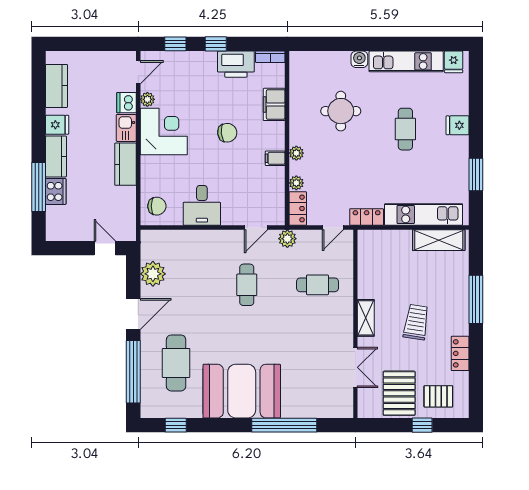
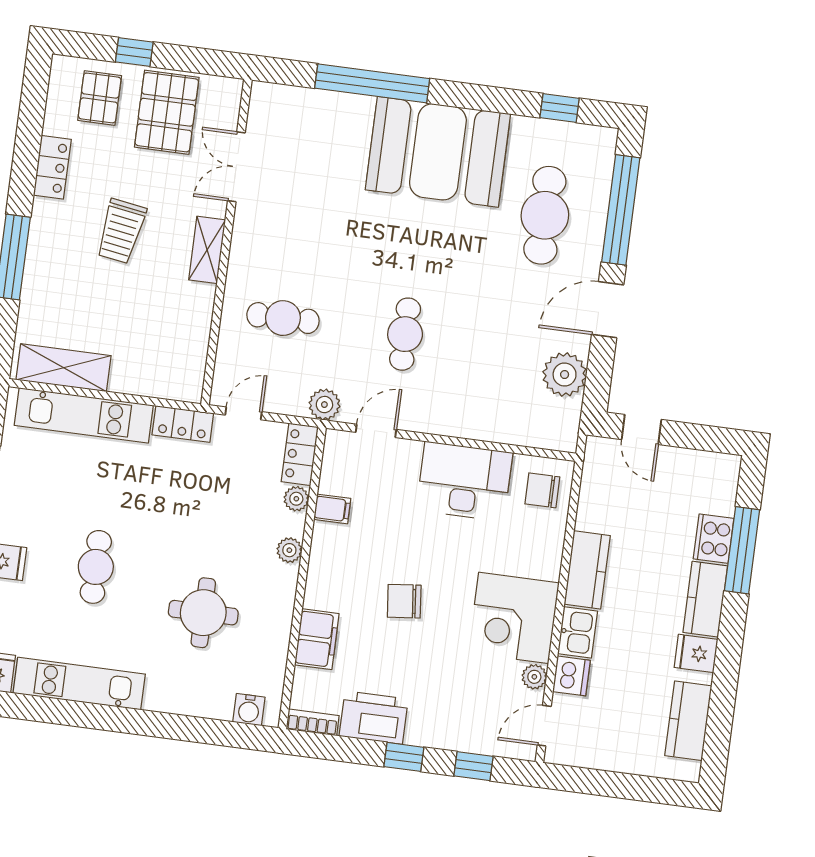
water cooler: (359, 59) -> (249, 710), moved
filing cabinet: (275, 158) -> (332, 509), moved
desk: (202, 205) -> (464, 481), width x1.37
pallet: (438, 396) -> (100, 98), turned 90

